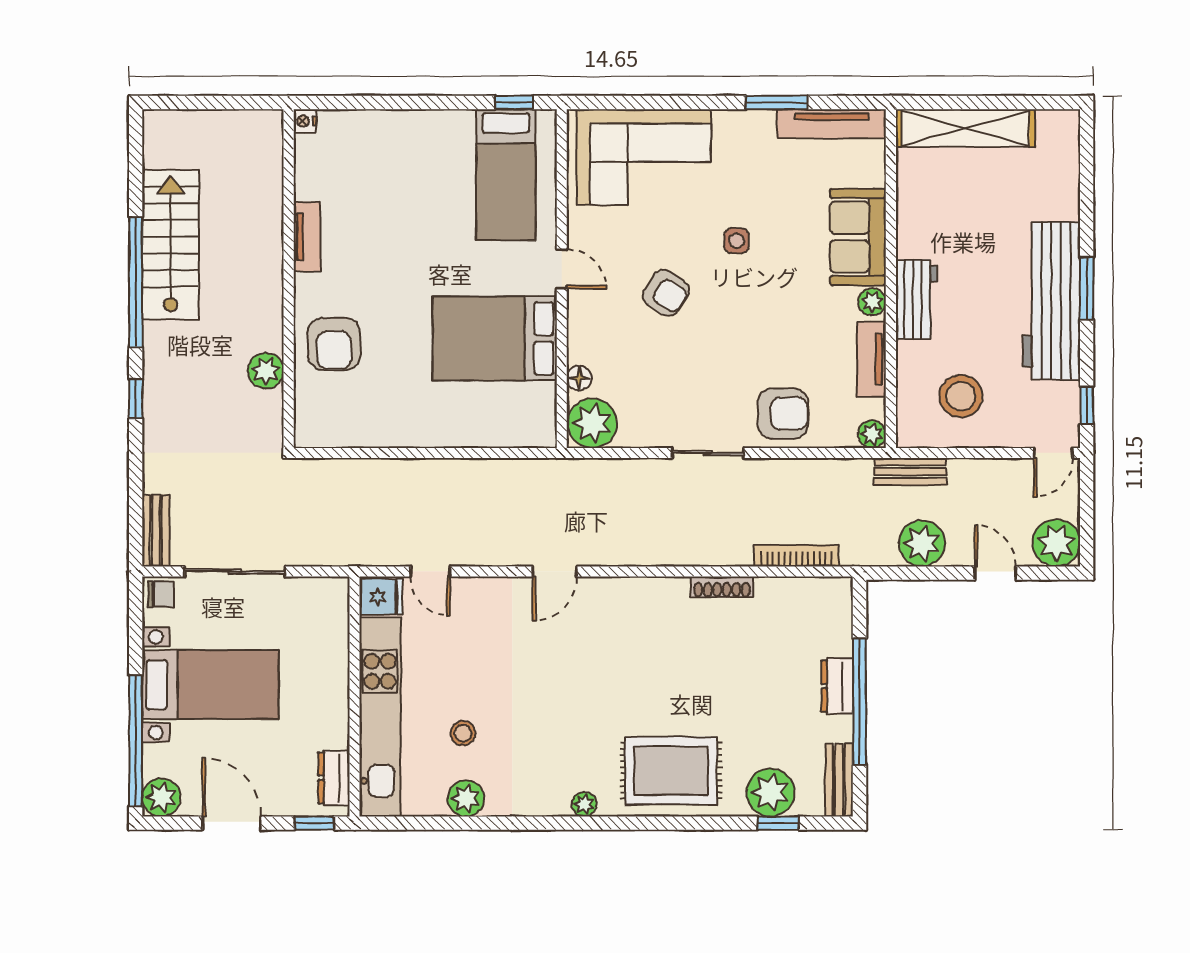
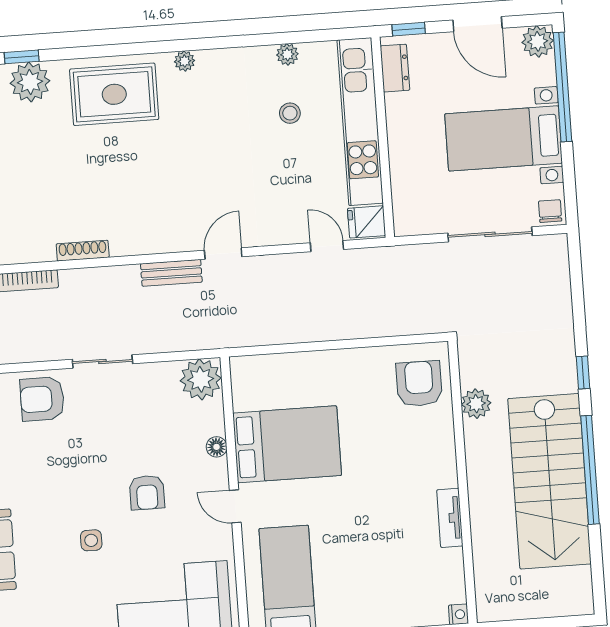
stairs: (171, 245) -> (550, 481), width x1.36, depth x1.51
armchair: (666, 293) -> (147, 493), turned -123
armchair: (334, 344) -> (419, 384), moved
floor lamp: (579, 378) -> (217, 447), moved
bench: (156, 531) -> (171, 273), moved, turned 90
chair: (161, 594) -> (550, 211), turned 90
plant: (466, 798) -> (287, 54), width x0.73, depth x0.73

